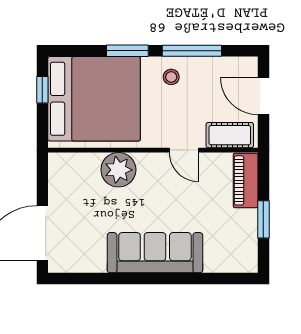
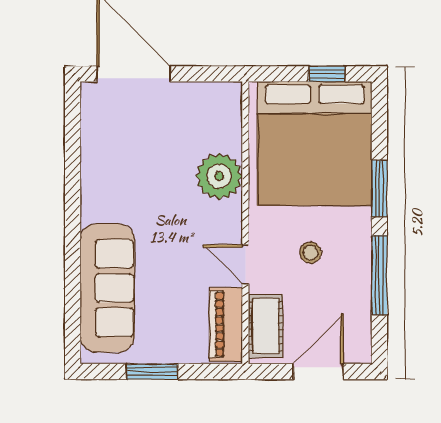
stool: (171, 77) -> (310, 253), moved
door: (184, 150) -> (245, 264), hinge flipped
piano: (246, 180) -> (226, 324), moved, turned -90
sofa: (155, 253) -> (107, 288), moved

